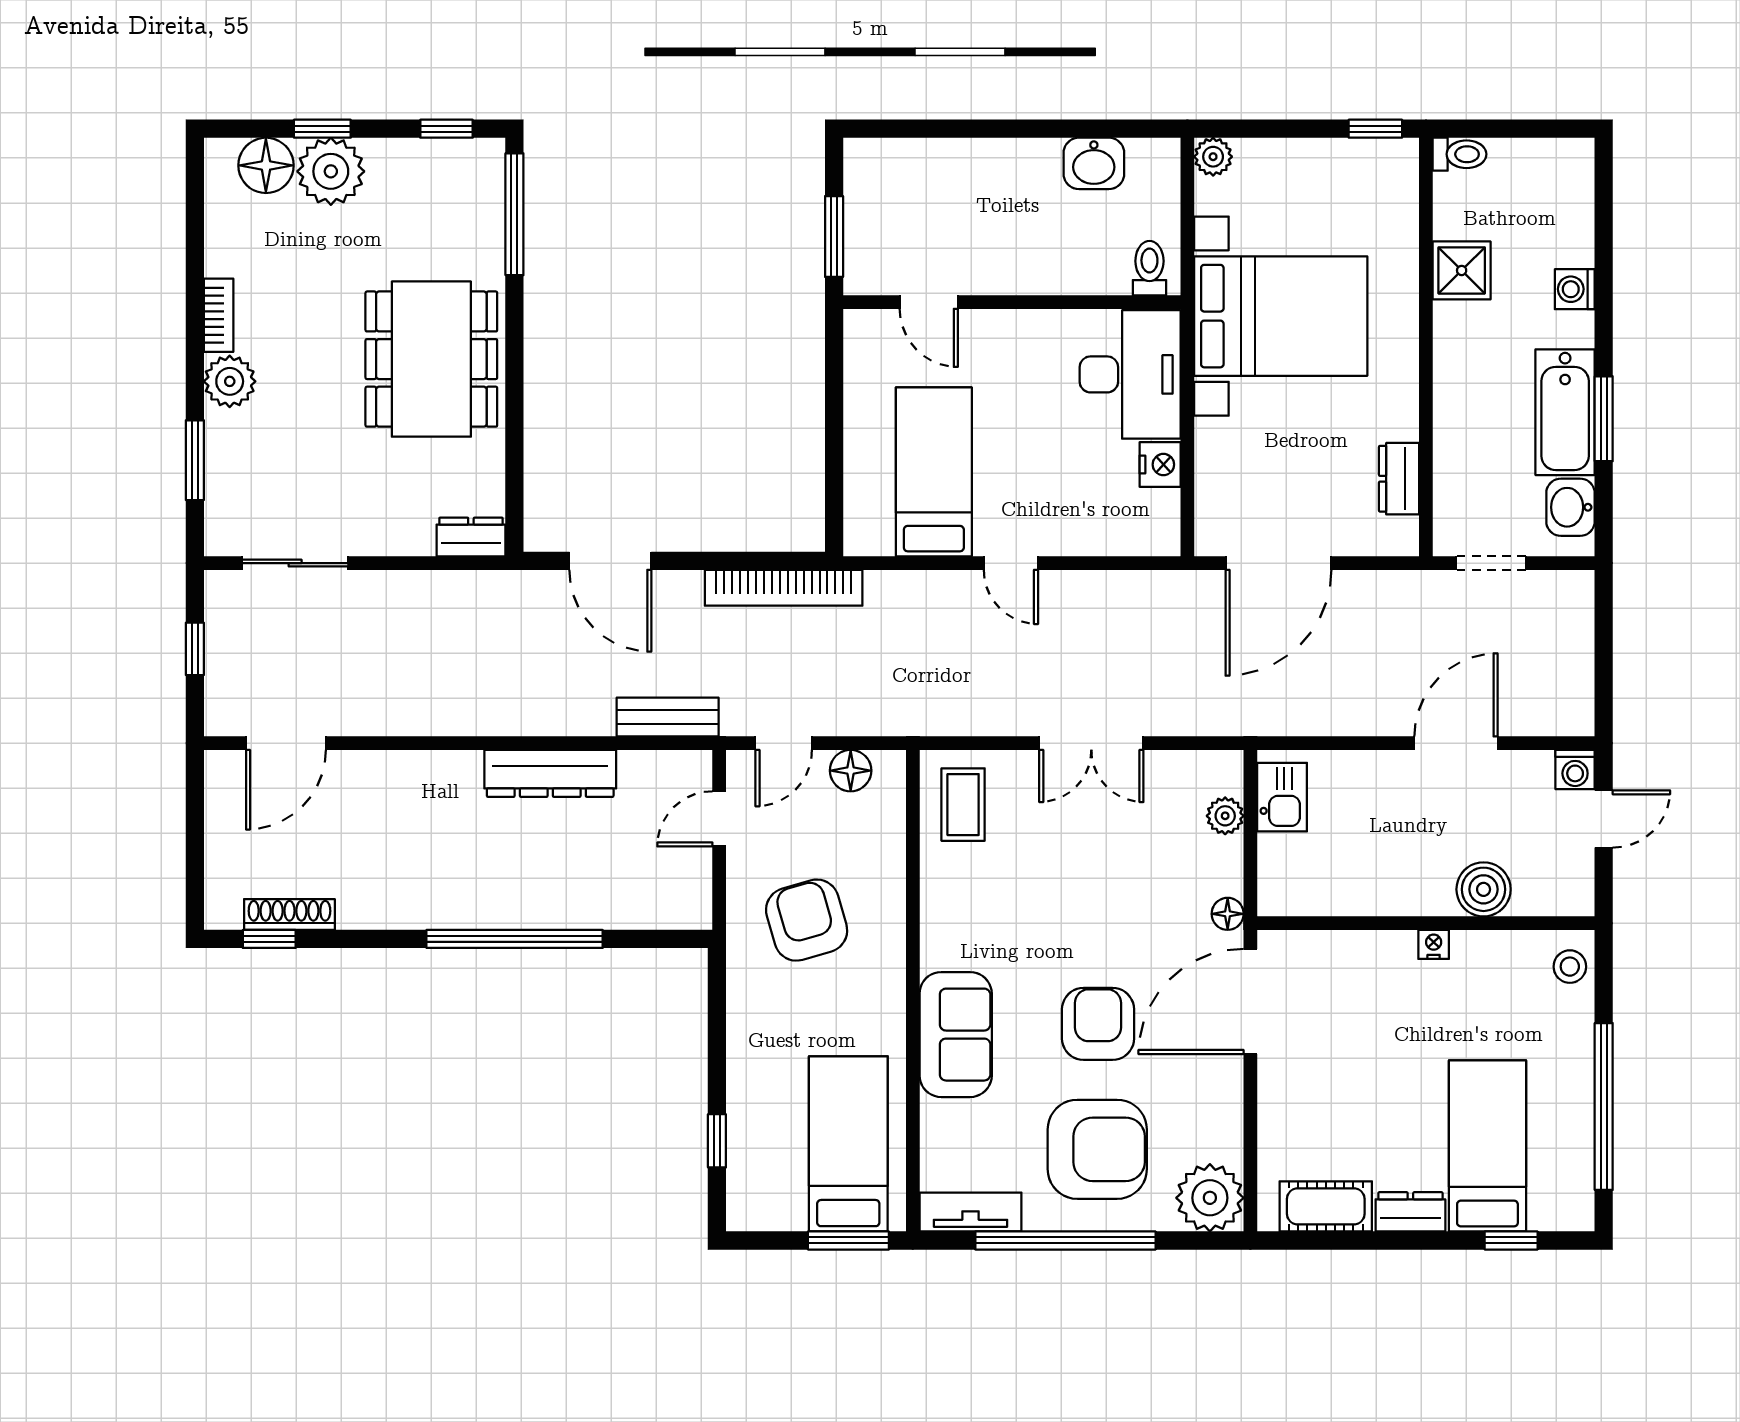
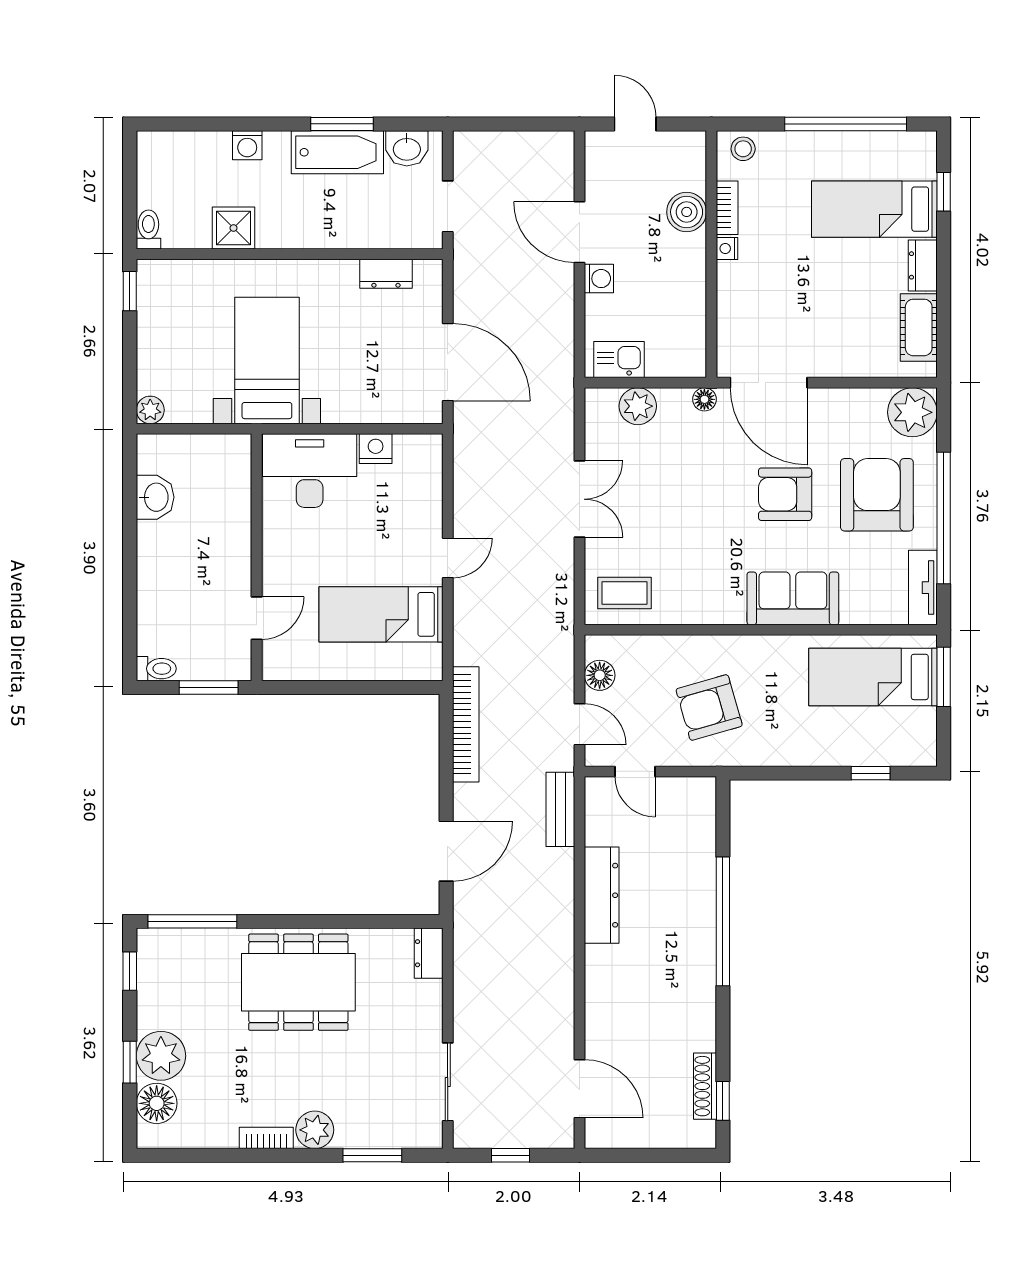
toilet: (1149, 268) -> (156, 669), moved, turned 180
bed with nightstands: (1281, 316) -> (267, 360), width x0.73
washing machine: (1575, 770) -> (599, 279), moved
plant: (1225, 816) -> (638, 406), width x1.38, depth x1.38
bookcase: (1489, 945) -> (727, 208), added

